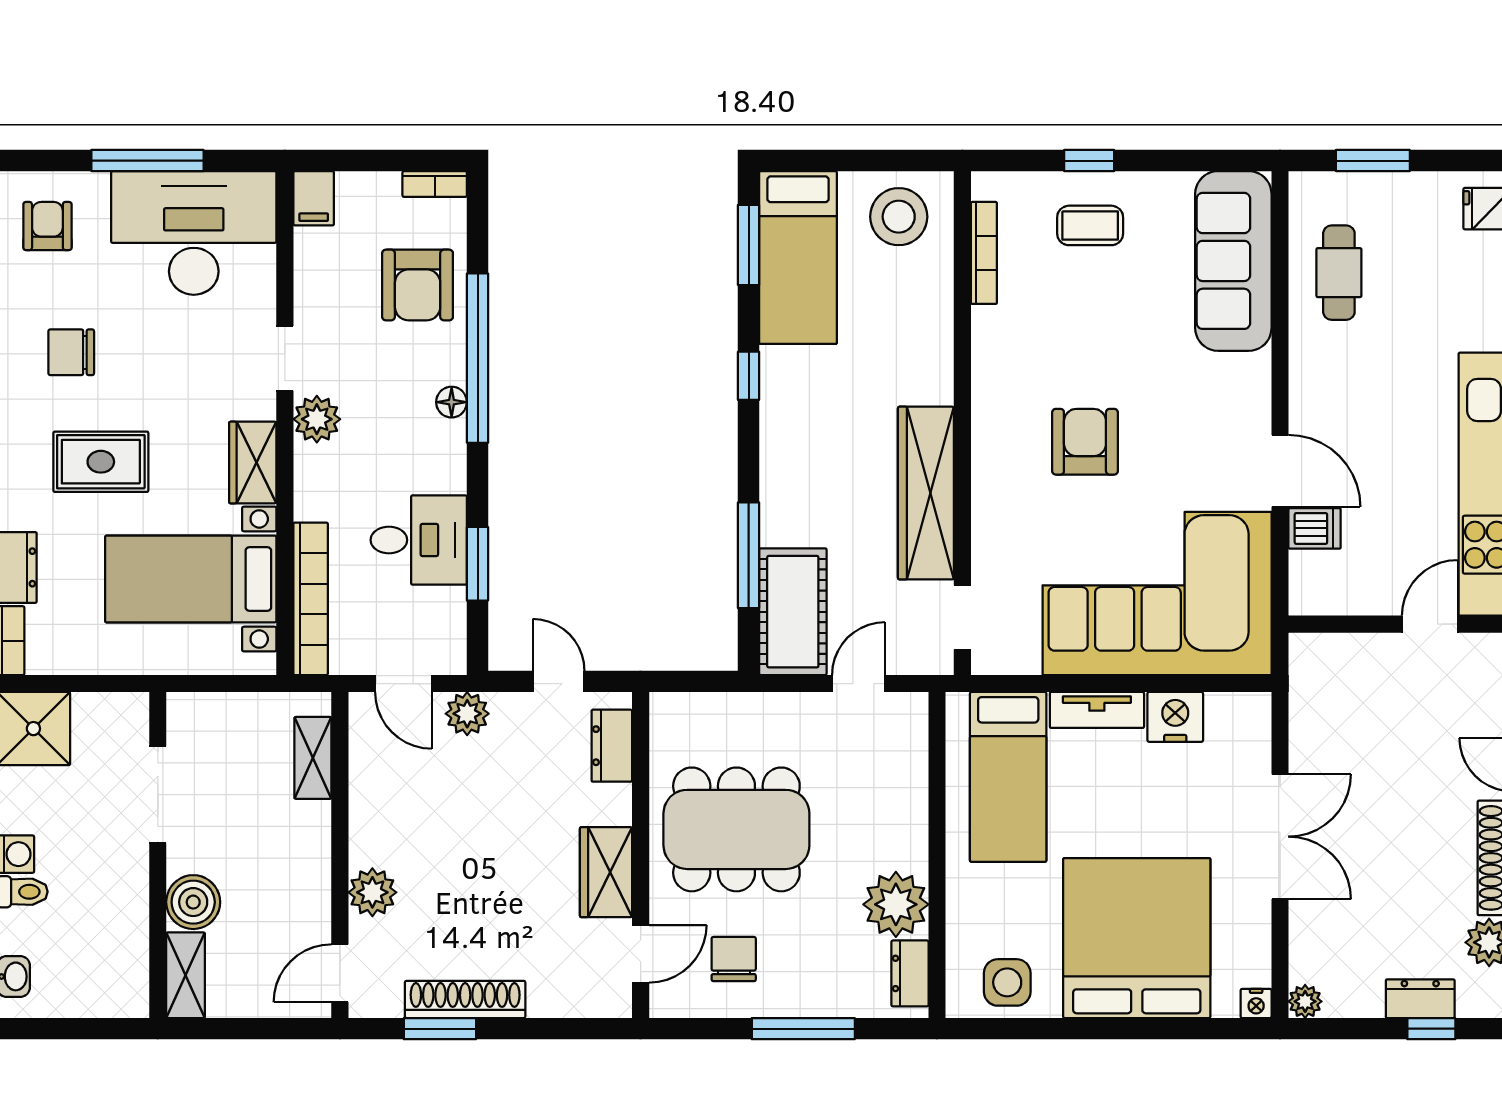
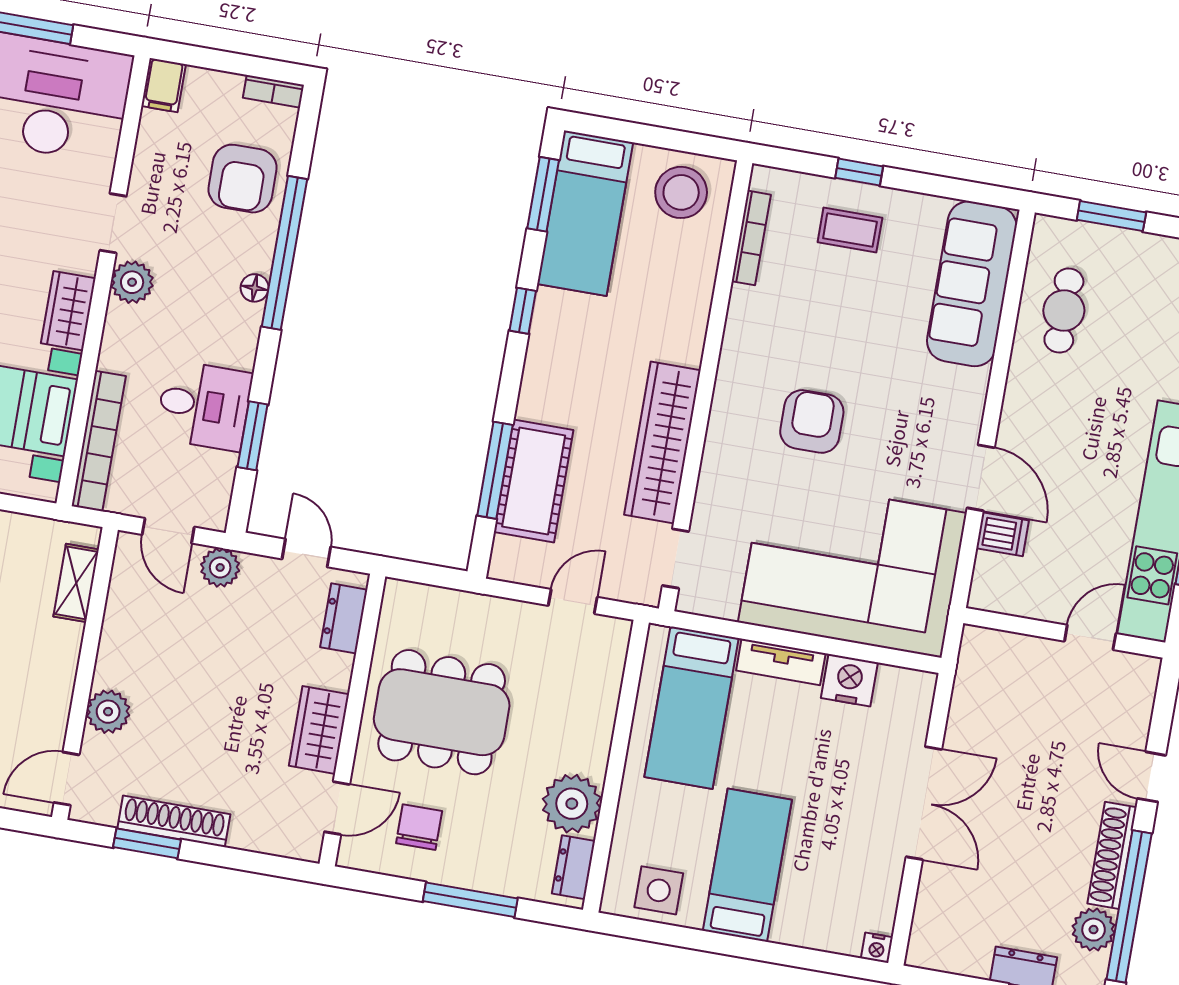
cot: (793, 612) -> (534, 481), moved
bed: (1137, 938) -> (747, 865), width x0.49
plant: (1305, 1001) -> (921, 953), removed

